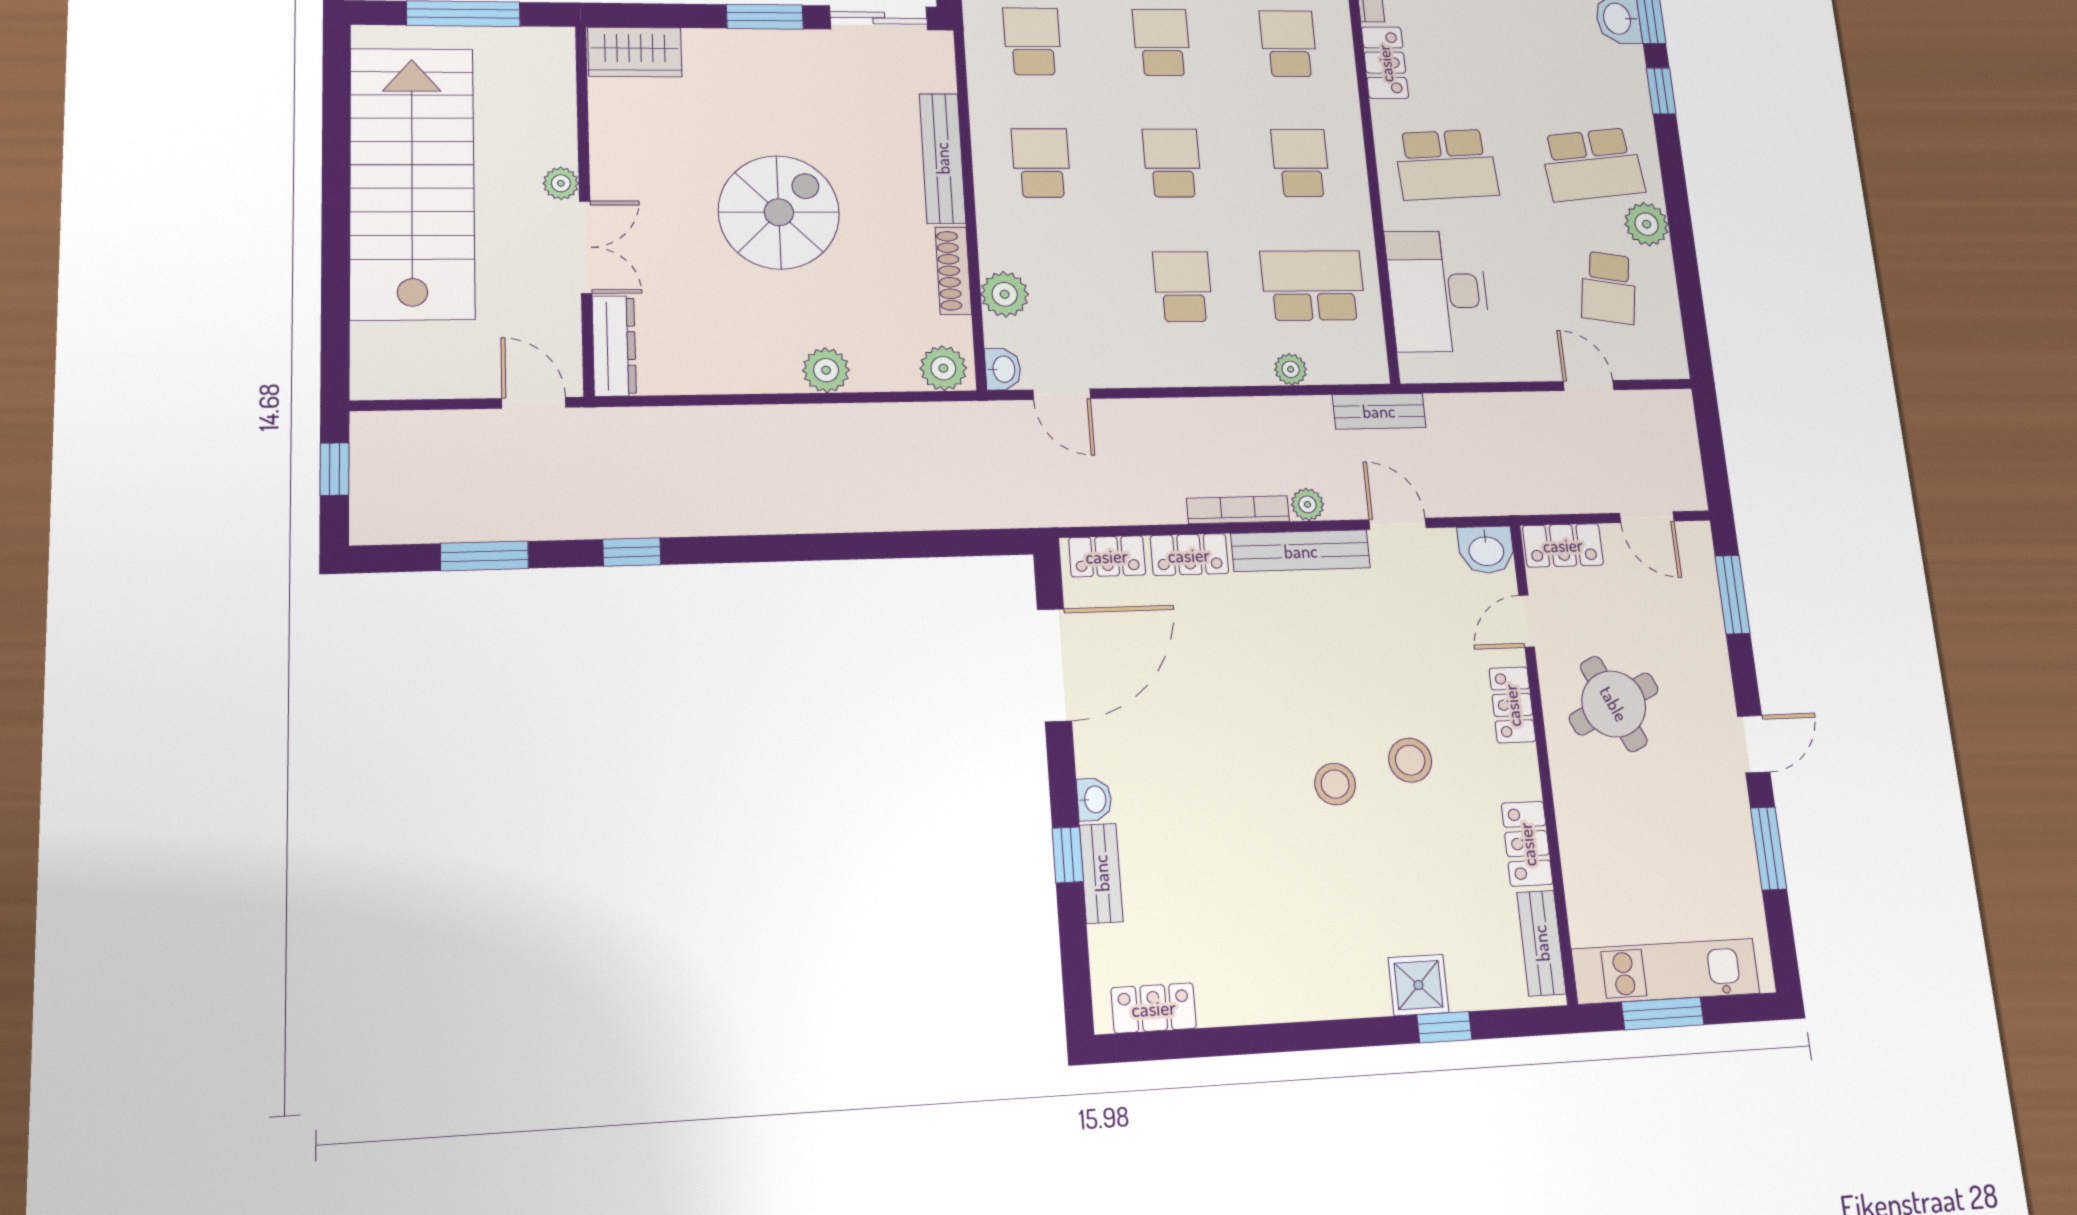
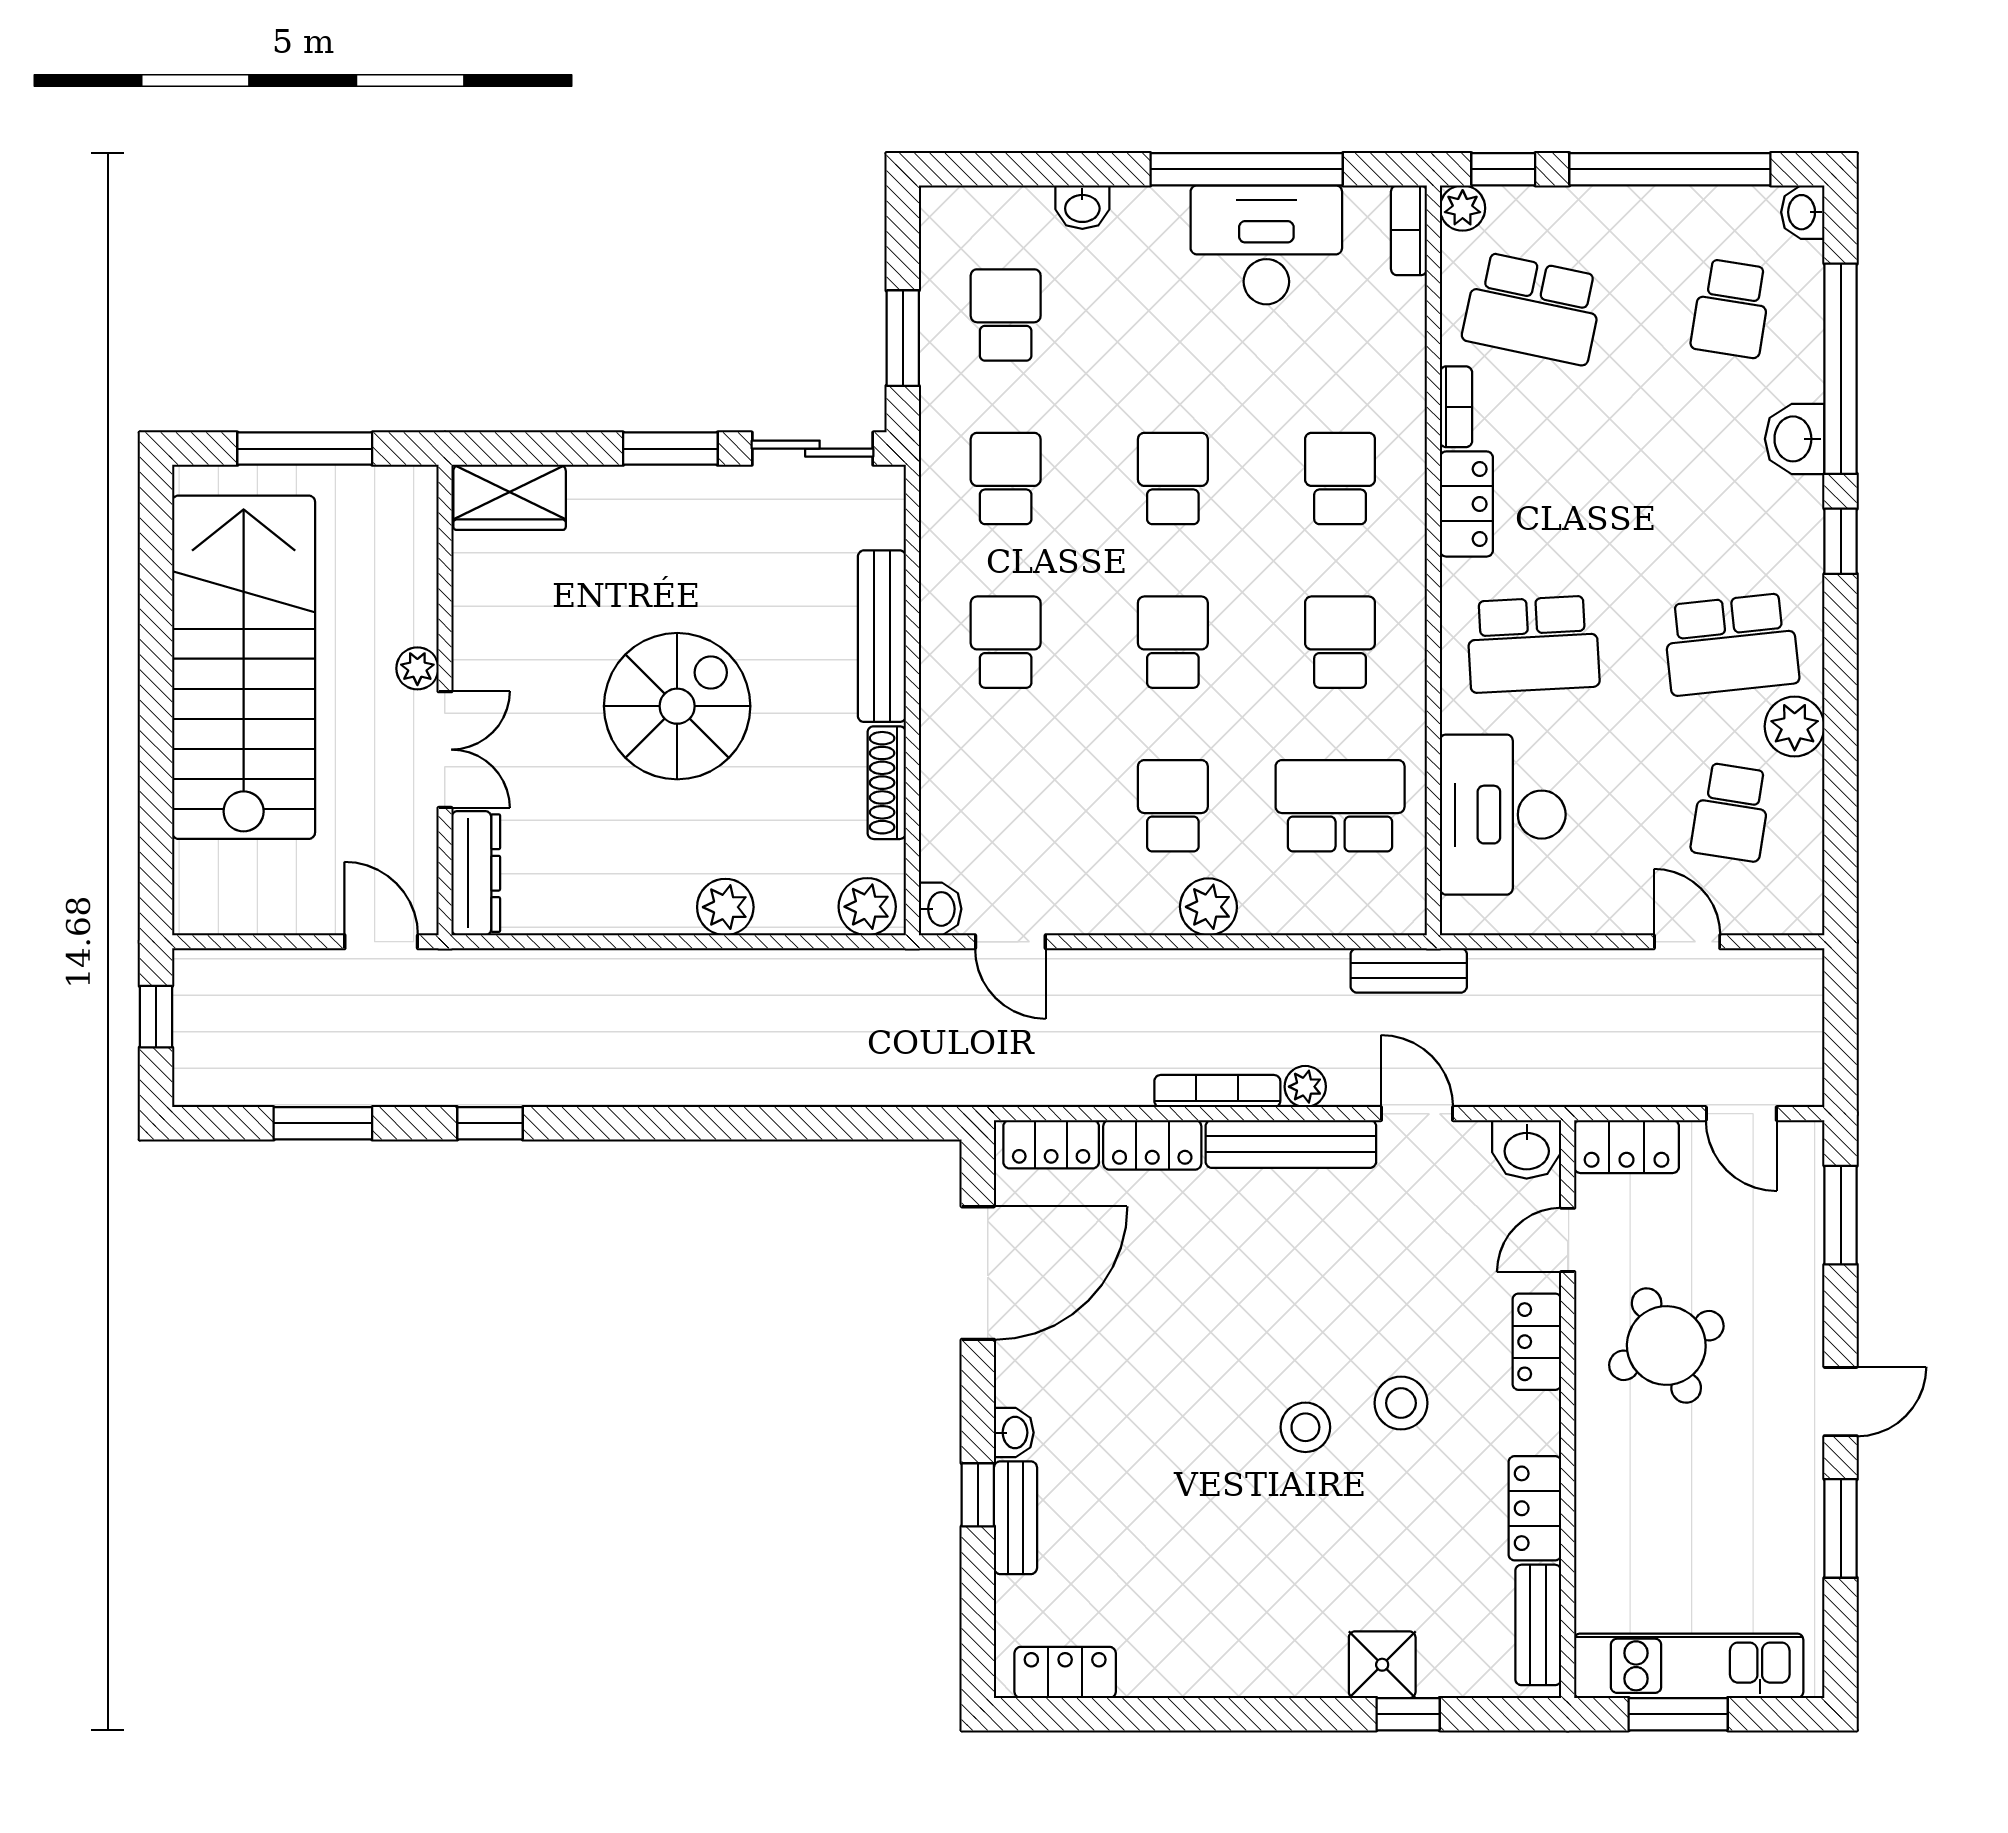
plant: (1005, 294) -> (948, 814), removed
plant: (1291, 369) -> (1208, 907), moved, width x1.38, depth x1.38

